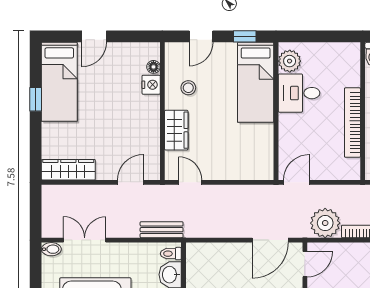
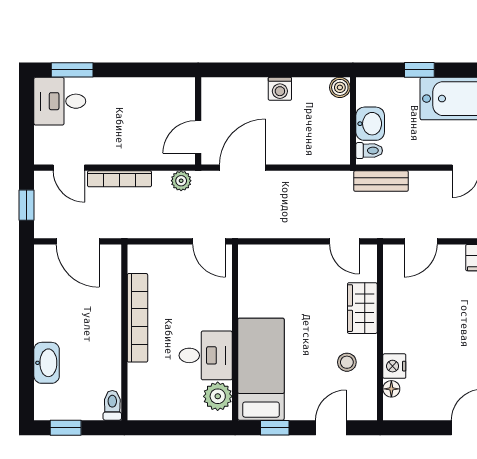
door: (296, 182) -> (209, 241), hinge flipped
plant: (325, 223) -> (181, 181), width x0.53, depth x0.53

